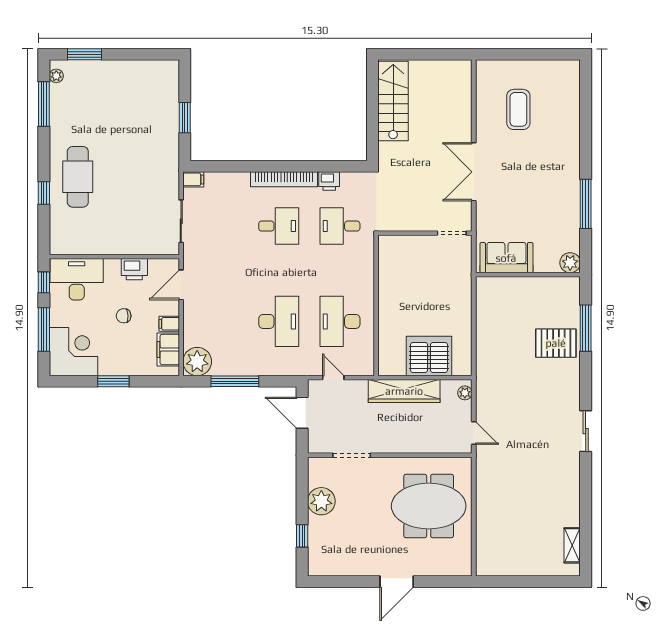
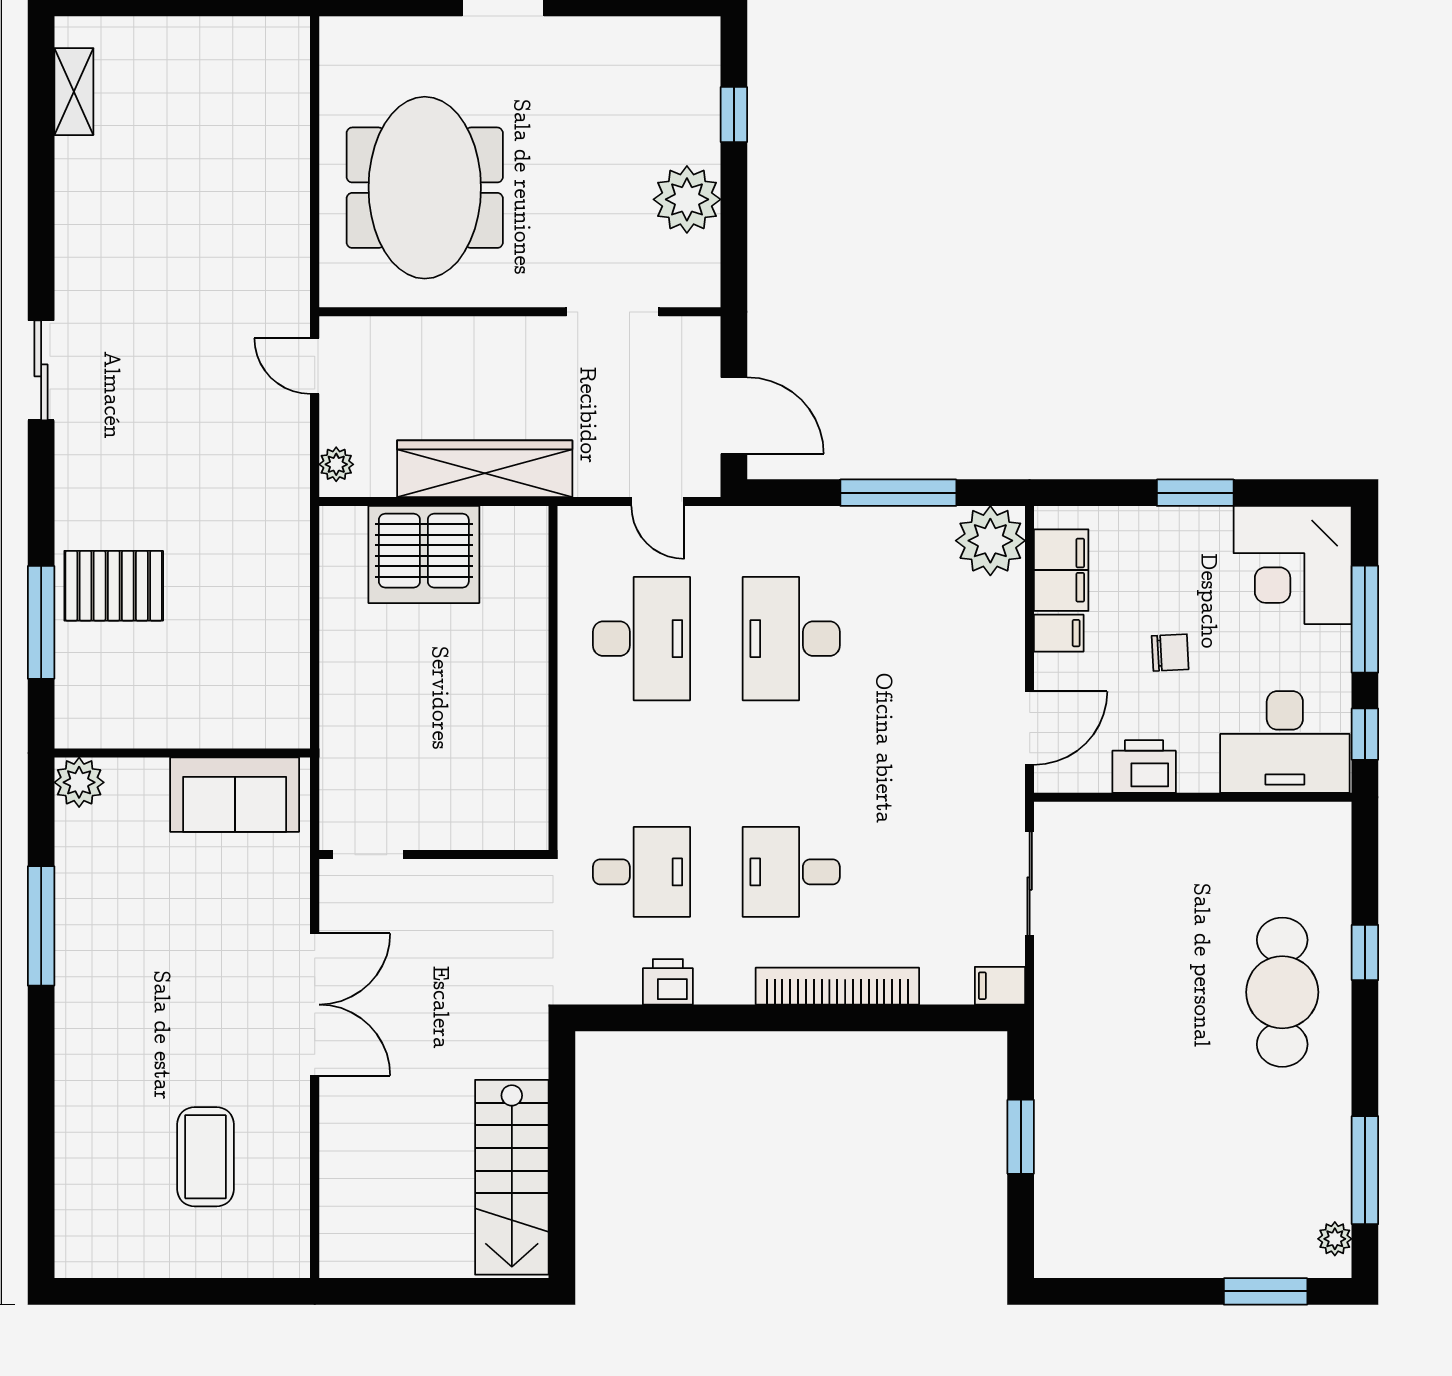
bookcase: (284, 179) -> (837, 986), moved
meeting table: (429, 506) -> (425, 188), turned 90

